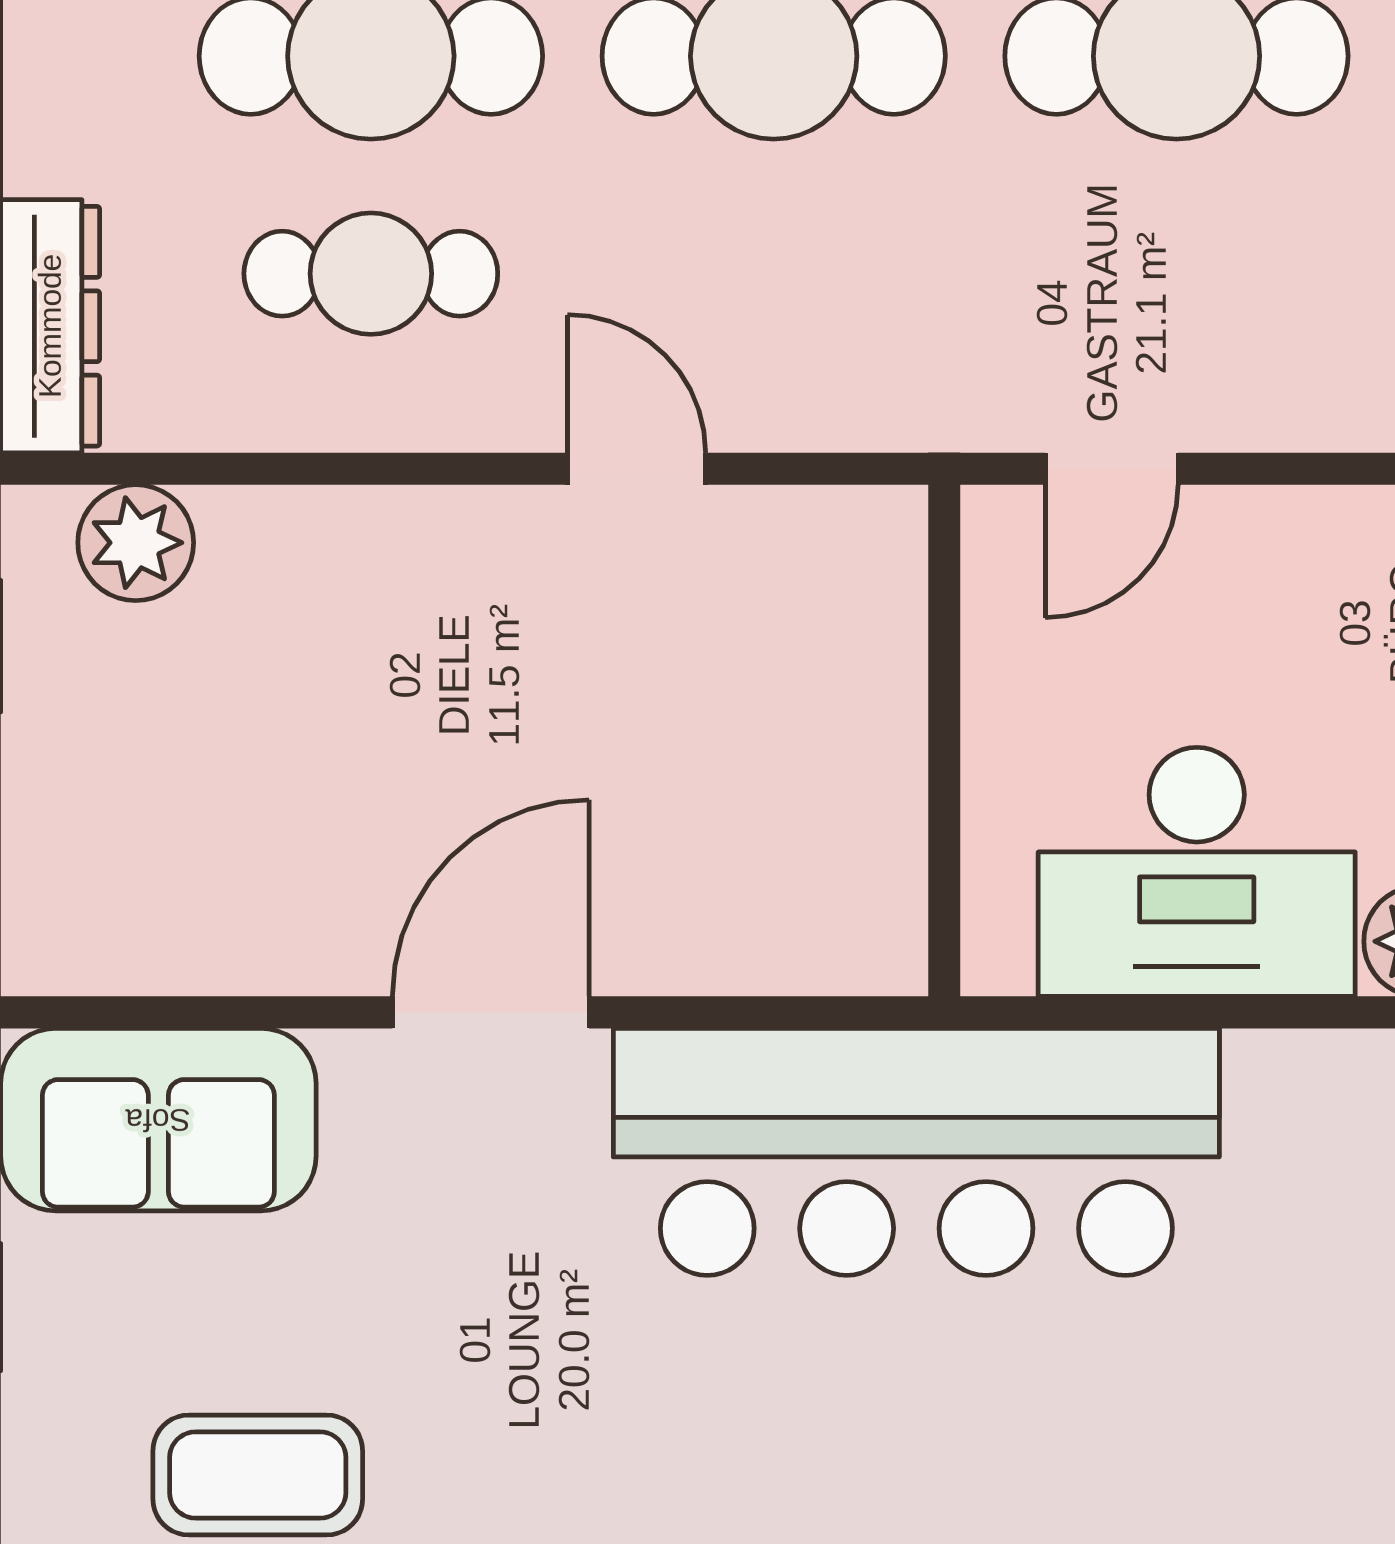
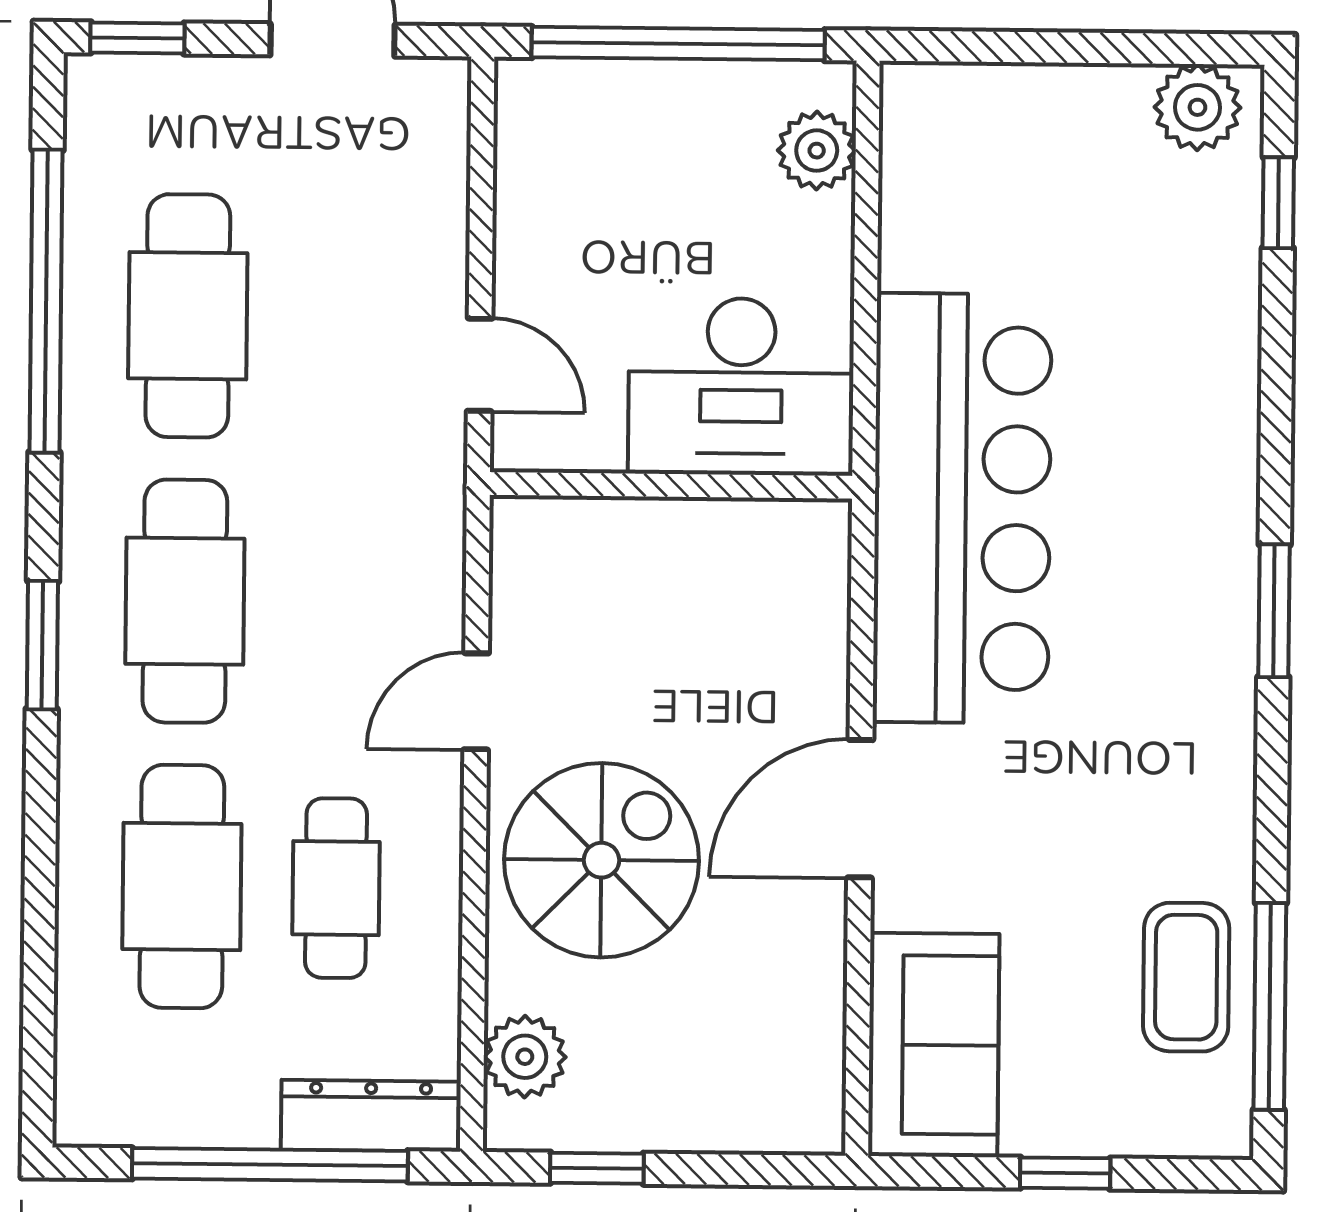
spiral stairs: (414, 648) -> (601, 860), added
desk: (1197, 872) -> (741, 387), moved, turned 90
door: (491, 1012) -> (860, 809), hinge flipped

